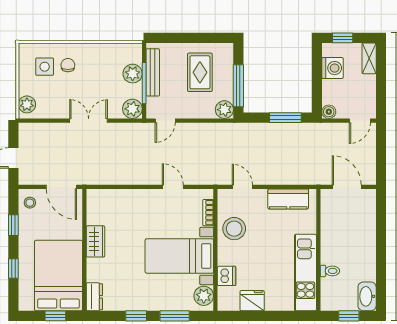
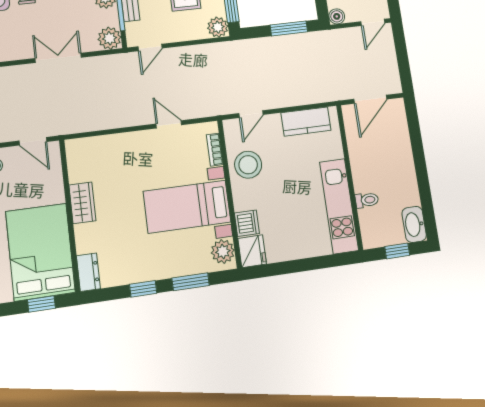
door: (61, 187) -> (33, 141), width x0.73
door: (242, 187) -> (251, 114), swing flipped
door: (347, 187) -> (370, 99), swing flipped
fridge: (252, 301) -> (252, 251), moved, turned 90

